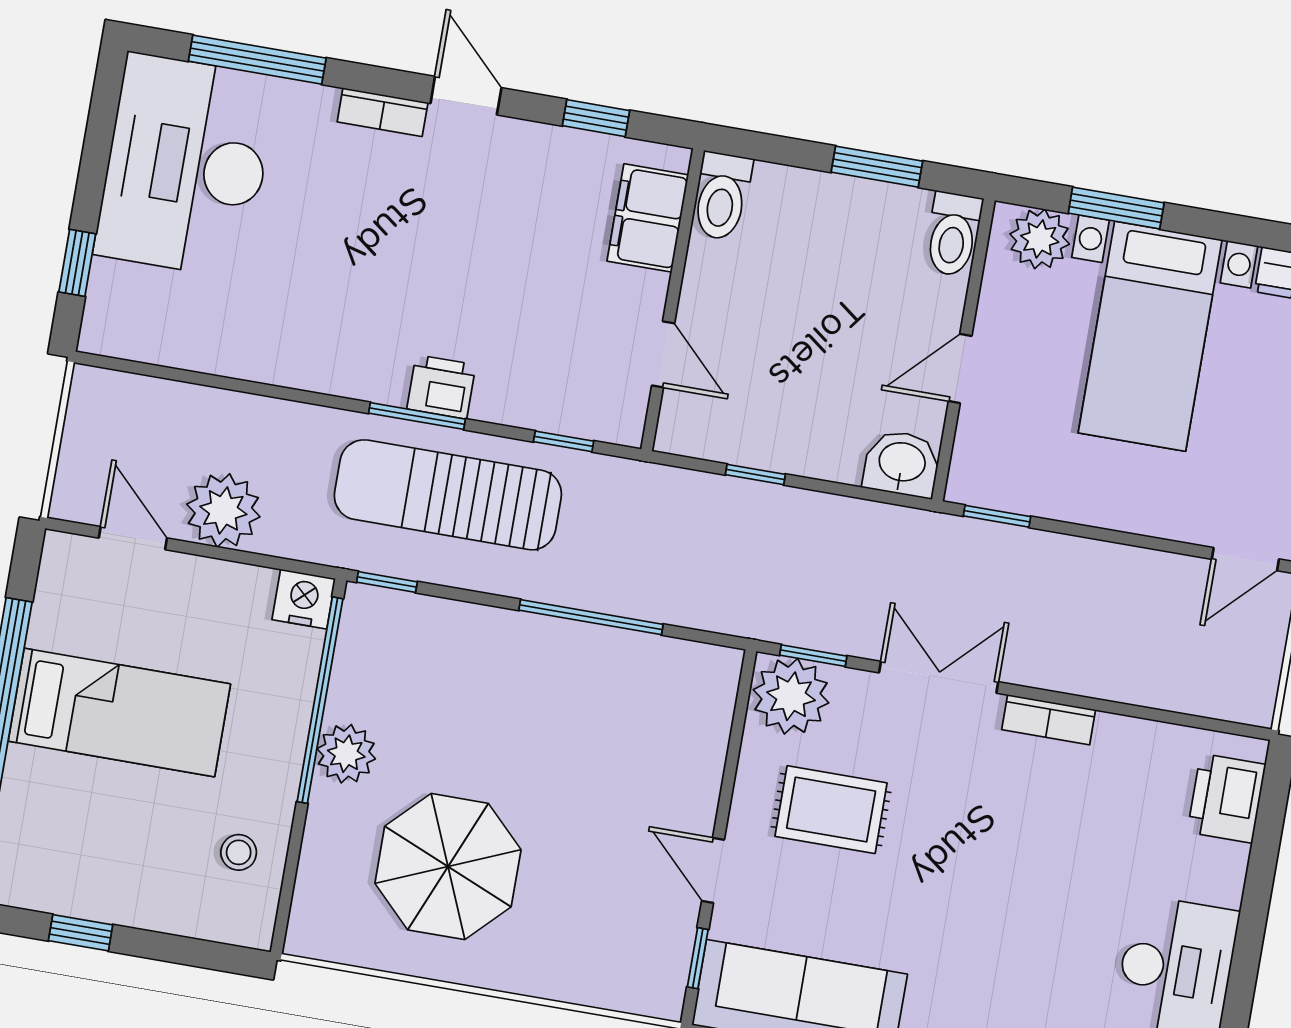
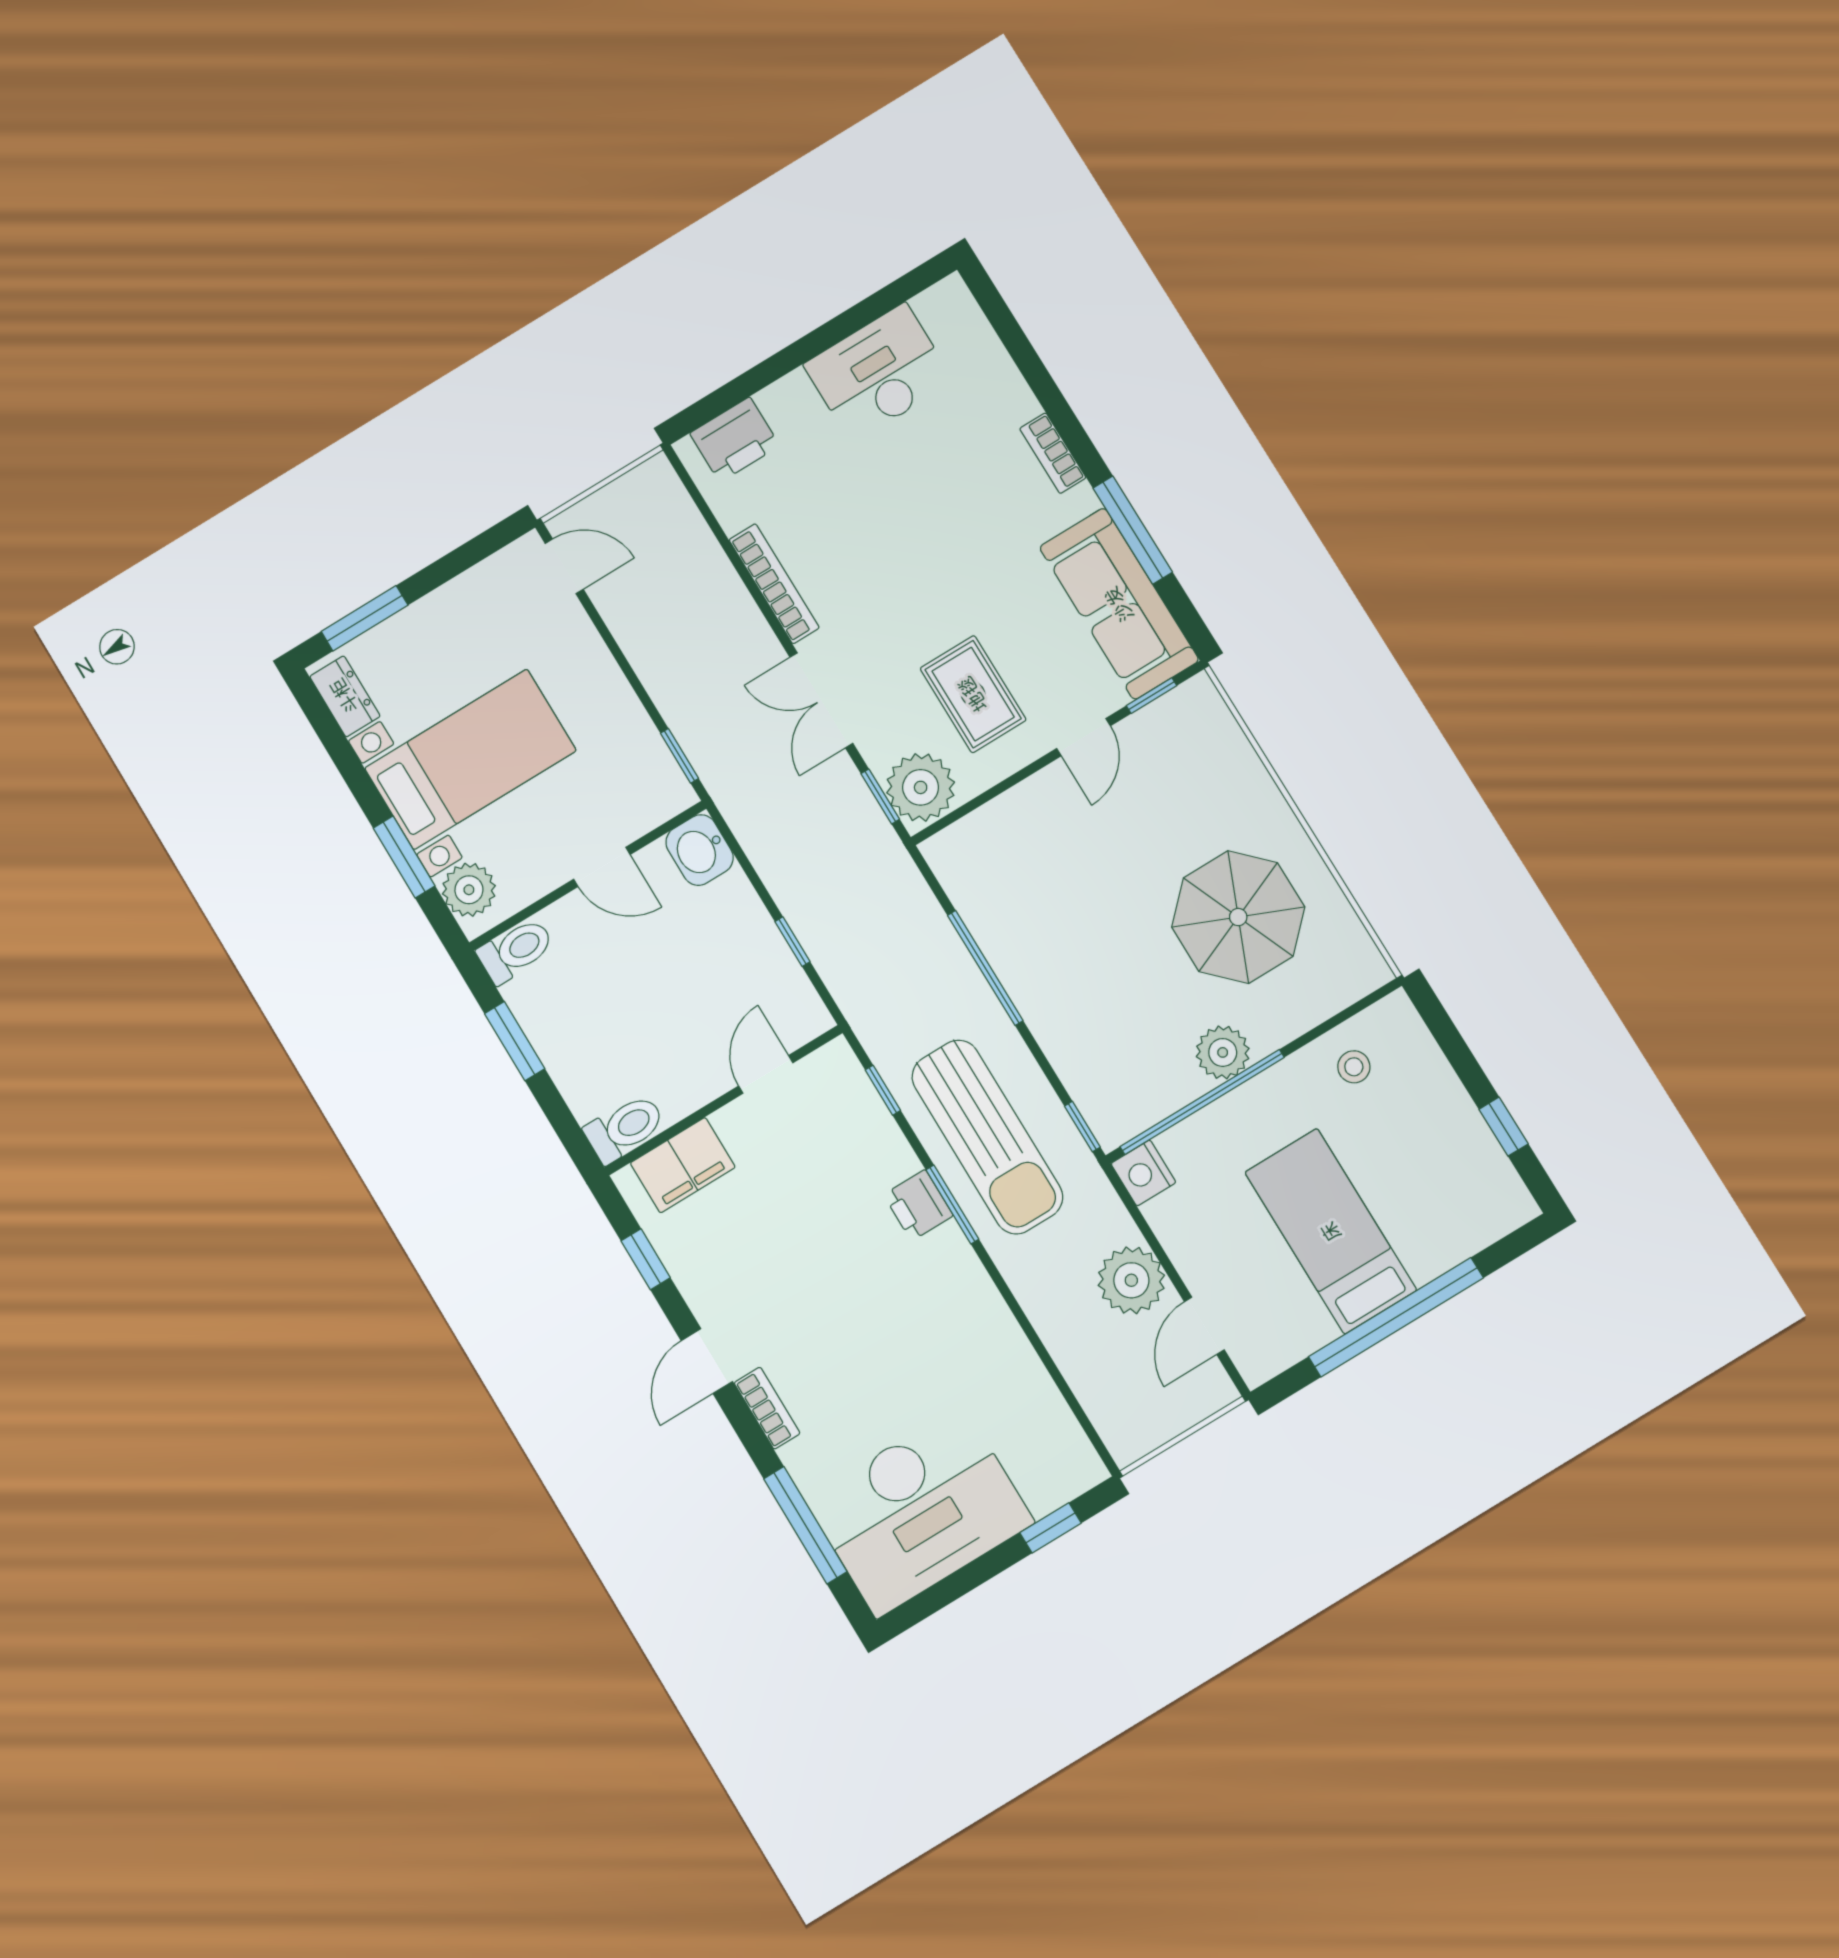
bookcase: (1049, 720) -> (774, 584), width x1.56

